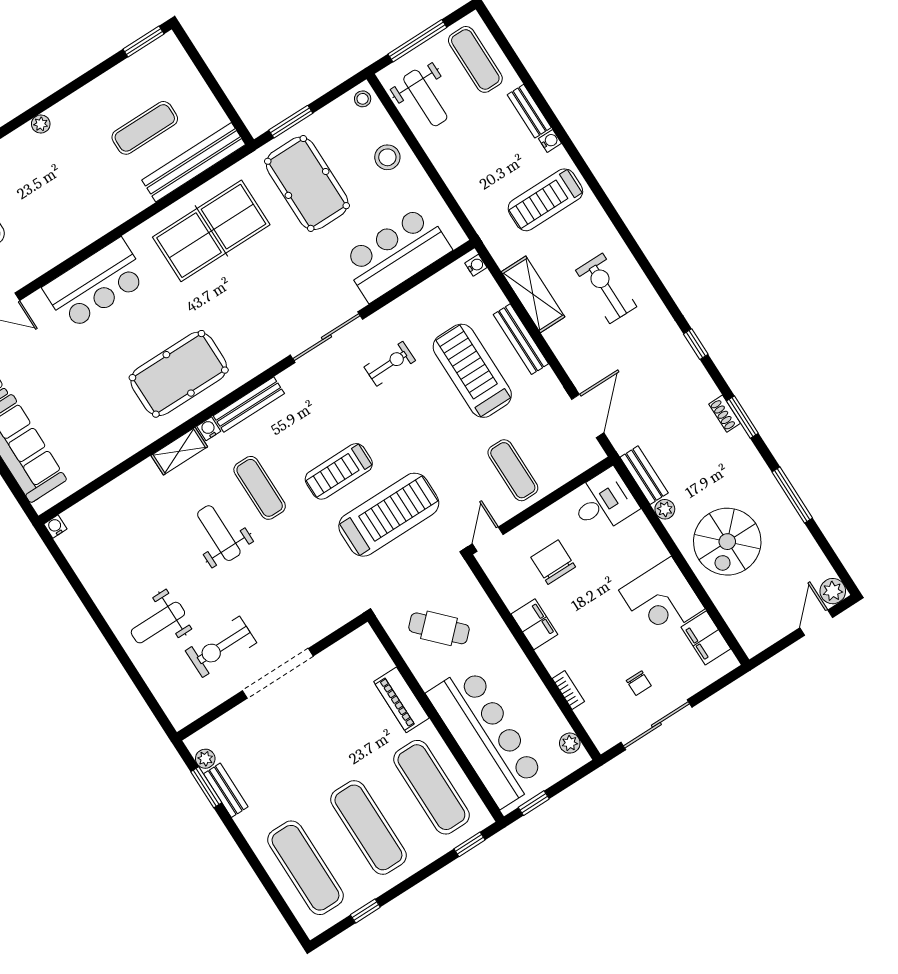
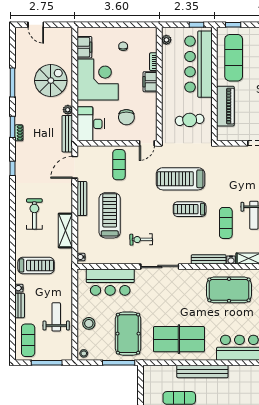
weight bench: (425, 98) -> (56, 317), moved
window: (291, 122) -> (119, 363), width x1.44
bench: (194, 162) -> (202, 371), moved
exercise bike: (606, 288) -> (34, 214), turned 180
bench: (521, 339) -> (82, 199), moved
treadmill: (472, 371) -> (110, 215), turned 180
treadmill: (339, 471) -> (190, 209), turned 180
bench: (644, 475) -> (67, 134), width x1.36
desk: (603, 502) -> (91, 124), width x1.37
plant: (833, 591) -> (21, 33), removed
corner desk: (662, 599) -> (98, 80), width x1.36, depth x1.36
door: (816, 623) -> (36, 25), hinge flipped
filing cabinet: (534, 624) -> (150, 82), moved
cafe table: (439, 628) -> (190, 120), turned -52
piano: (401, 700) -> (225, 106), width x1.37, depth x1.33
sliding door: (656, 725) -> (127, 25), removed

